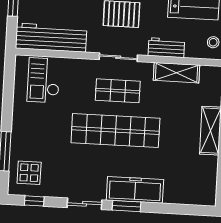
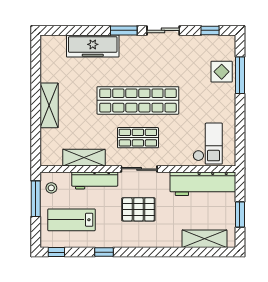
workbench: (166, 48) -> (95, 180), width x1.38
display table: (29, 173) -> (222, 72), moved
freezer: (135, 190) -> (93, 46), moved

